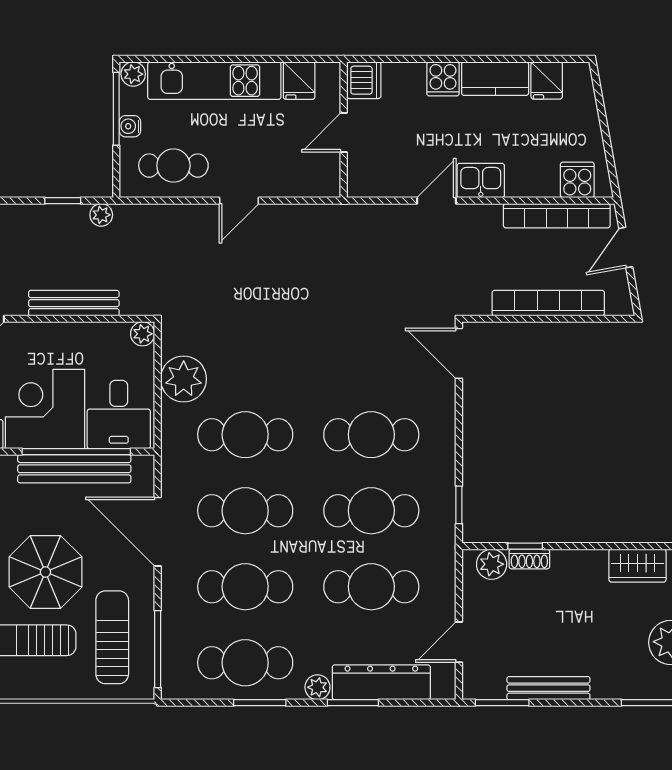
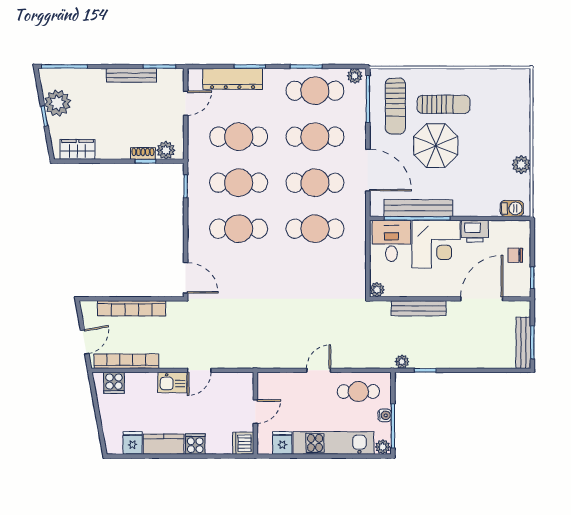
plant: (184, 379) -> (352, 262), removed
plant: (317, 687) -> (355, 76), moved

